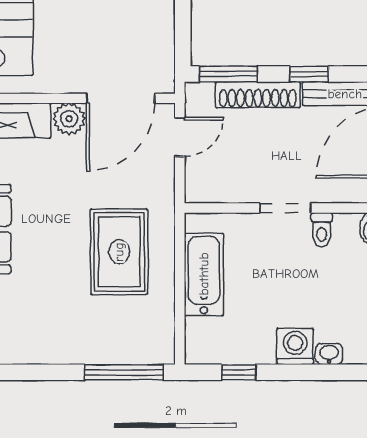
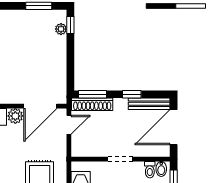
shoe rack: (258, 95) -> (92, 104), moved
toilet: (322, 230) -> (150, 170), moved

